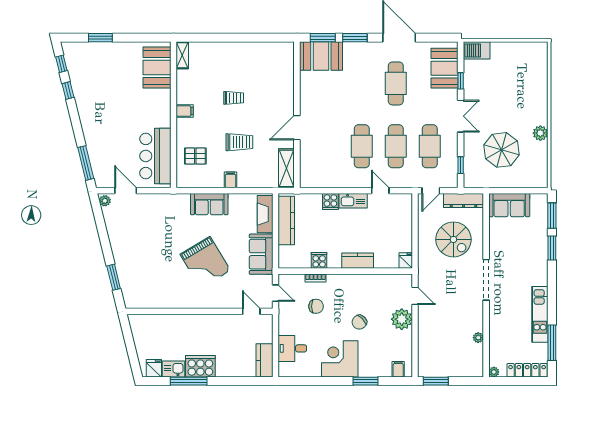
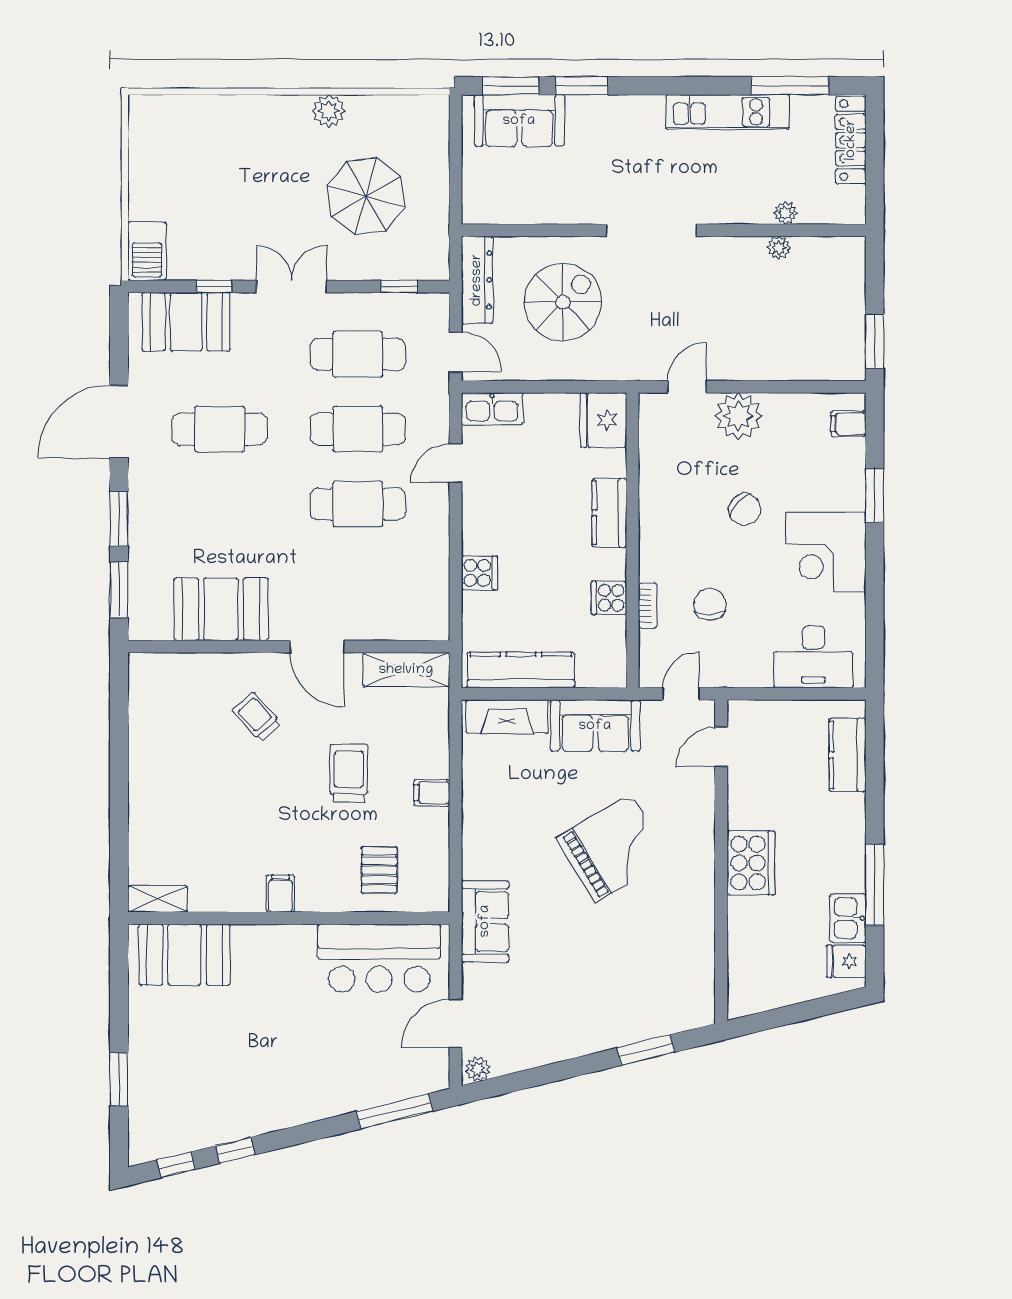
booth: (321, 56) -> (221, 609), moved, turned 90
trolley: (234, 98) -> (257, 717), moved, turned -42
kitchen sink: (353, 201) -> (492, 409), moved, turned 90
sofa: (209, 204) -> (485, 921), moved
sofa: (509, 205) -> (519, 121), moved, turned 90
fridge: (406, 261) -> (603, 420), width x1.88, depth x1.34
desk: (292, 348) -> (813, 657), width x1.37
kitchen counter: (264, 360) -> (847, 755), moved, turned 90
cooker: (200, 366) -> (751, 863), moved, turned 180
plant: (494, 372) -> (785, 213), moved

